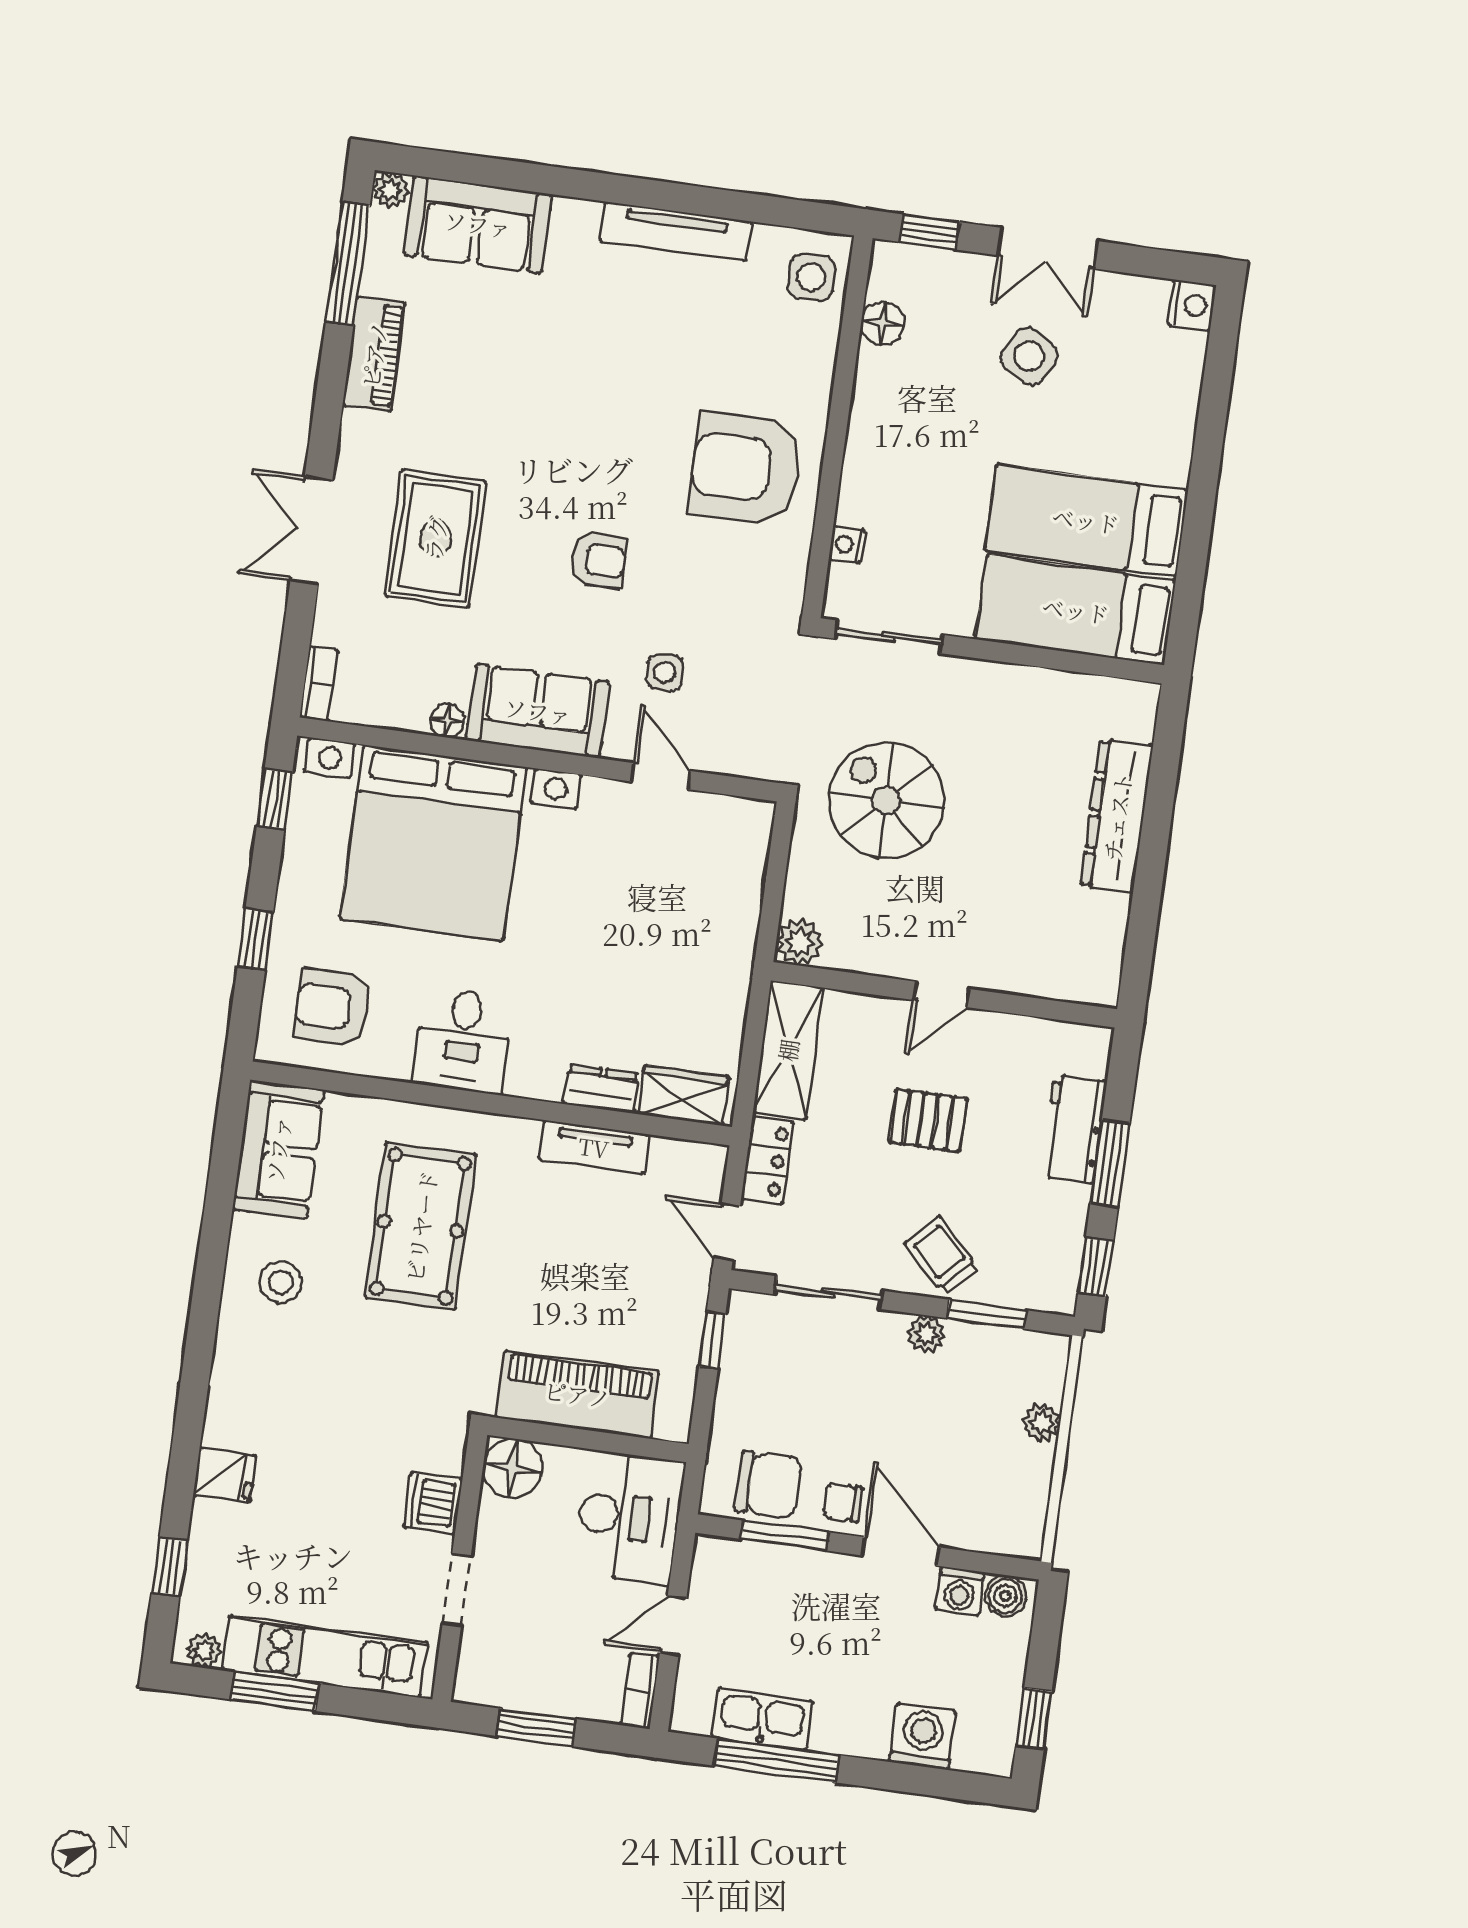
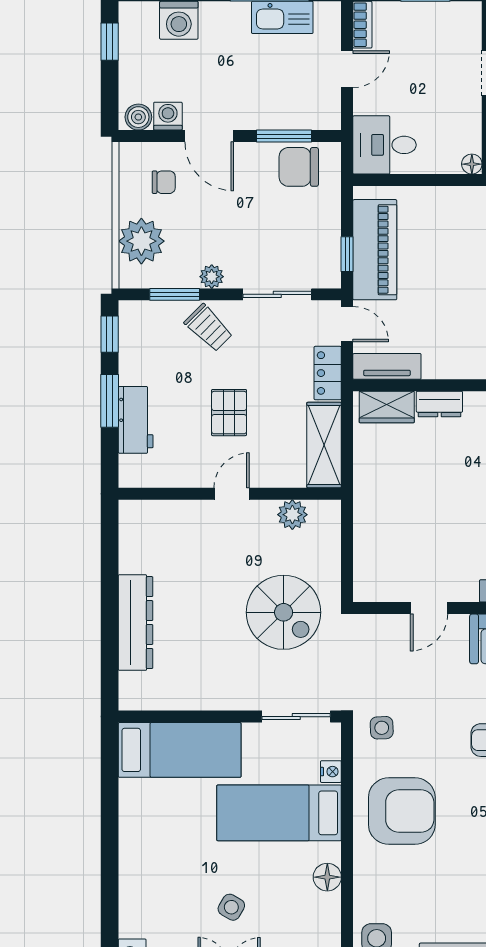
floor lamp: (883, 323) -> (327, 877), moved
side table: (1029, 356) -> (231, 907), width x0.73, depth x0.73
bed: (1086, 520) -> (279, 813), moved, turned 180
side table: (665, 672) -> (382, 728), moved
door: (661, 776) -> (429, 608), hinge flipped
plant: (800, 942) -> (292, 515), moved
pallet: (928, 1120) -> (229, 413), turned 90
tv unit: (594, 1147) -> (387, 366), moved
piano: (578, 1394) -> (375, 250), moved, turned -90
plant: (1041, 1422) -> (141, 241), width x1.87, depth x1.87
floor lamp: (513, 1468) -> (472, 164), width x0.53, depth x0.53
chair: (843, 1503) -> (164, 182), moved
desk: (629, 1517) -> (385, 145), width x0.73

